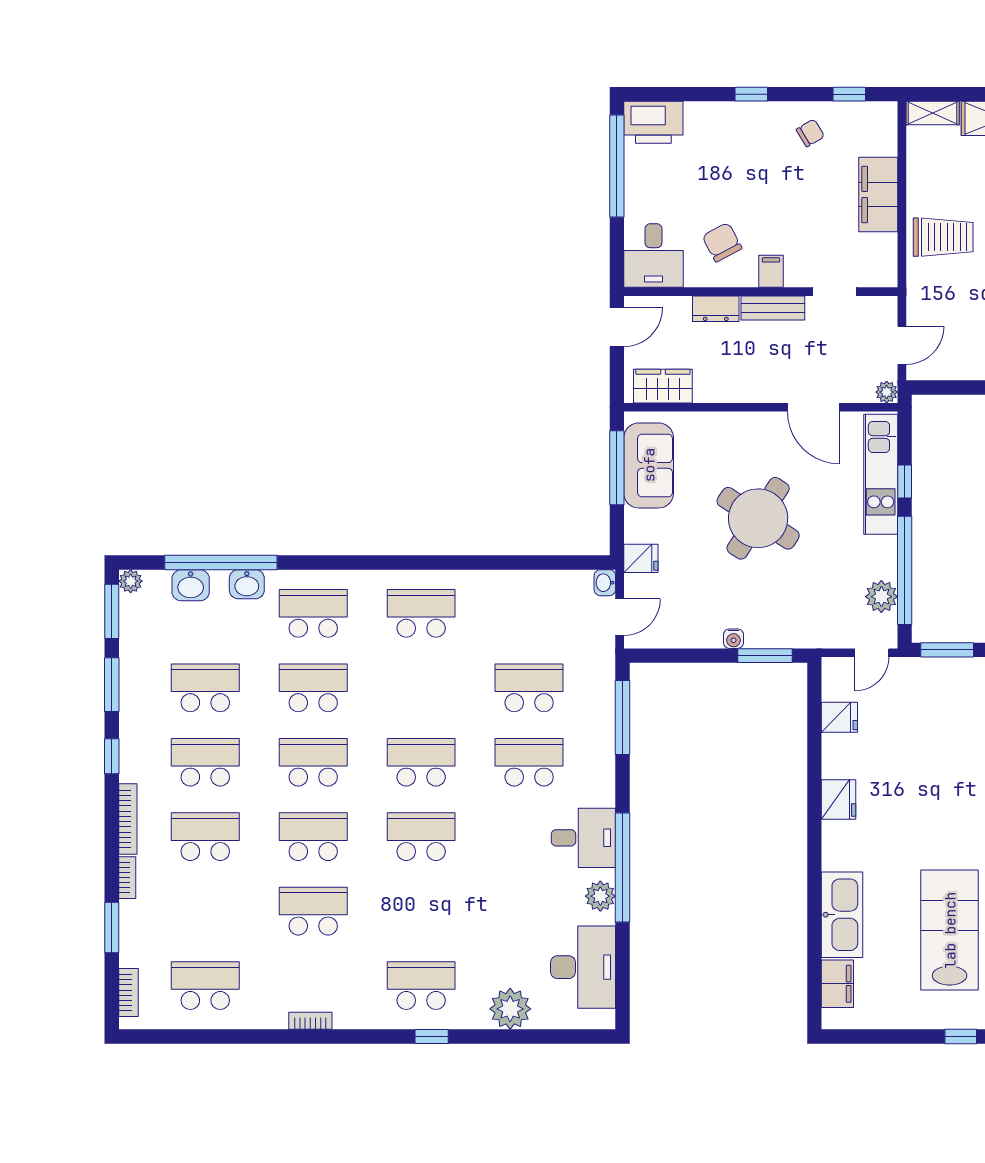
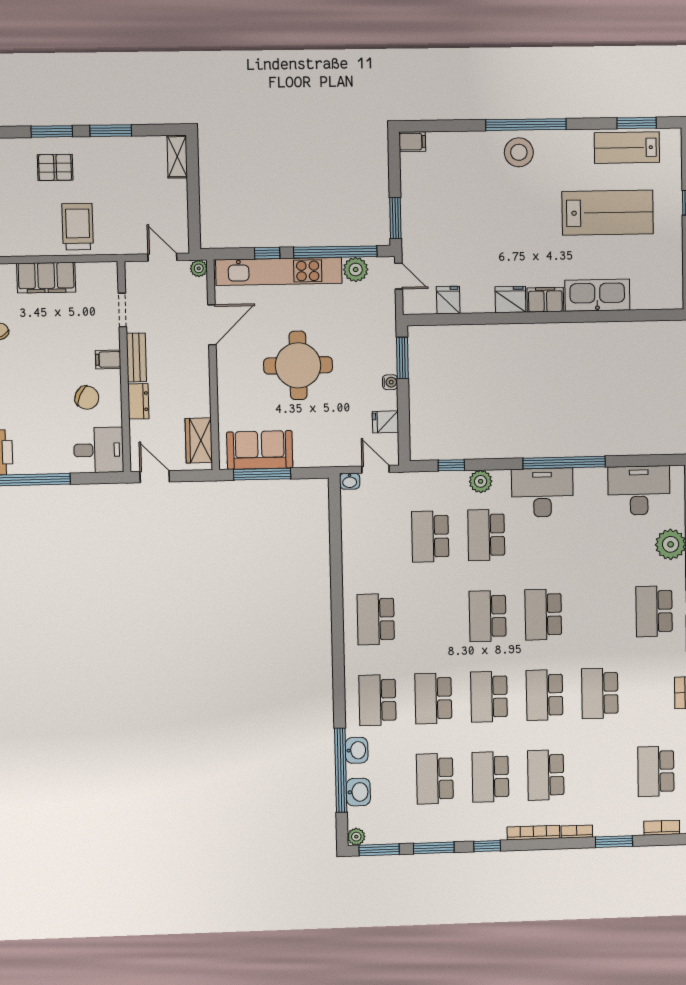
chair: (722, 242) -> (87, 398), turned -126
kitchen unit: (881, 474) -> (279, 271), width x1.36
round table: (758, 518) -> (298, 365), turned -33
fridge: (641, 558) -> (385, 422), moved, turned -90
window: (623, 717) -> (451, 465), width x0.46
desk: (583, 838) -> (542, 493), width x1.37
plant: (600, 896) -> (481, 481), moved
lab bench: (950, 930) -> (608, 213), turned 180
filing cabinet: (837, 984) -> (545, 300), moved

